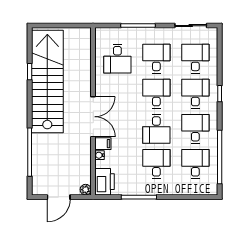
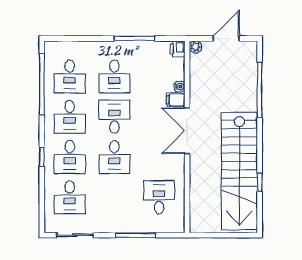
desk: (156, 59) -> (114, 197), removed
printer: (105, 182) -> (177, 49), width x0.53, depth x0.68

